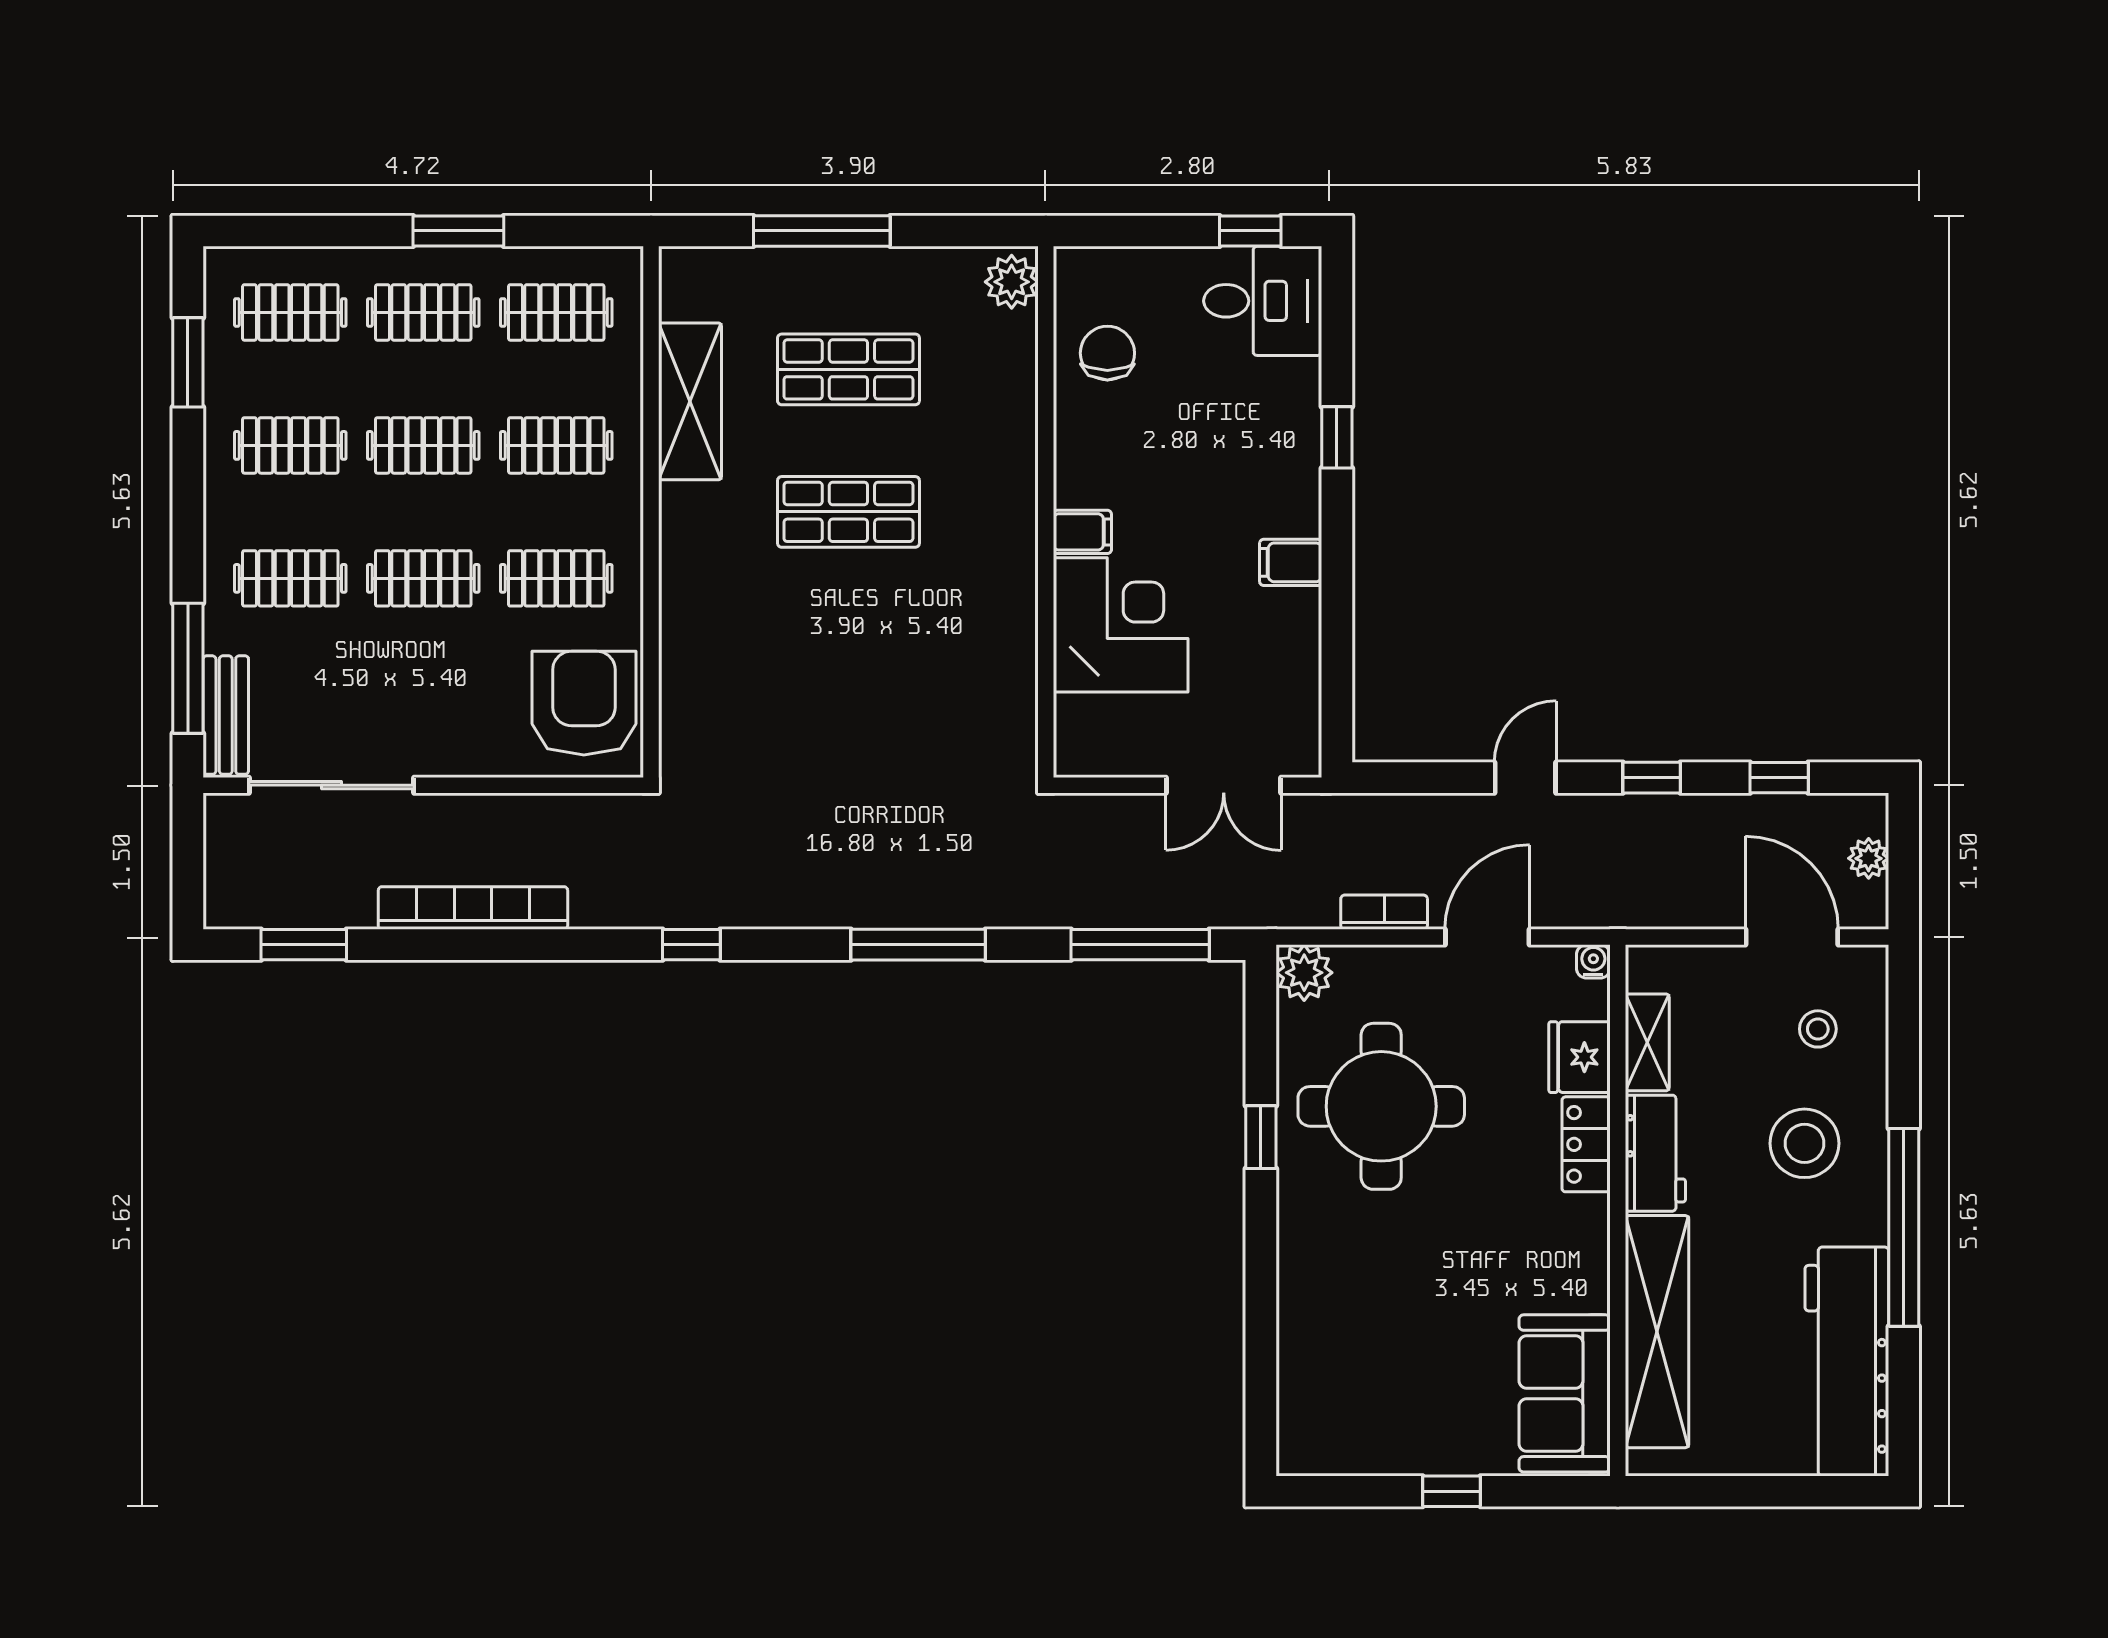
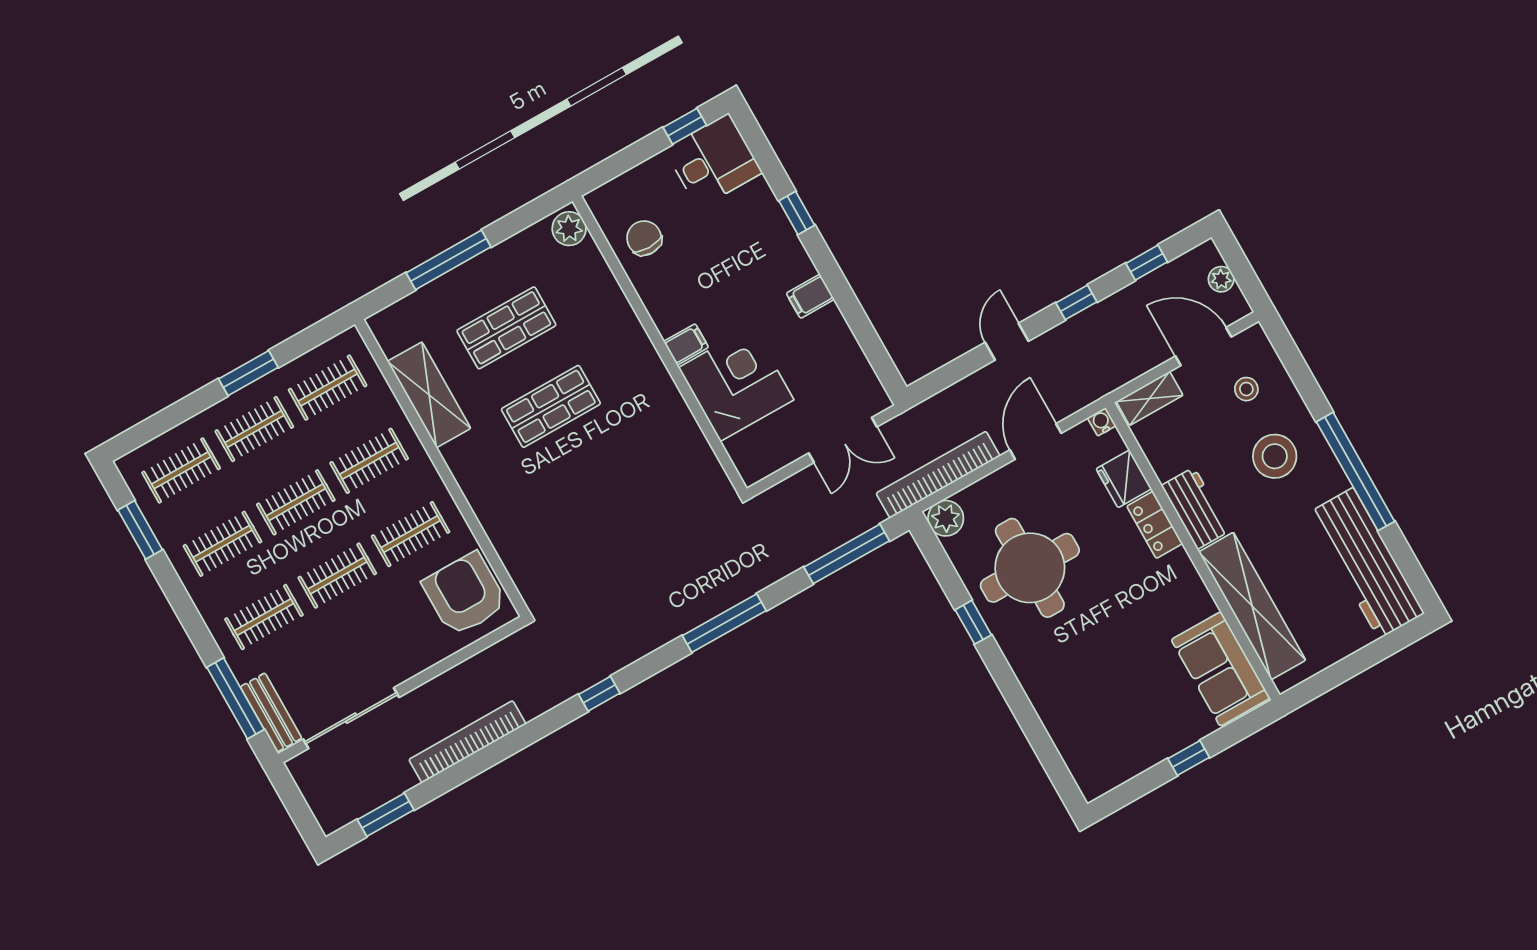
bookcase: (1384, 912) -> (938, 475), width x2.31, depth x1.31
shelving: (1647, 1042) -> (1150, 398), moved, turned 90

